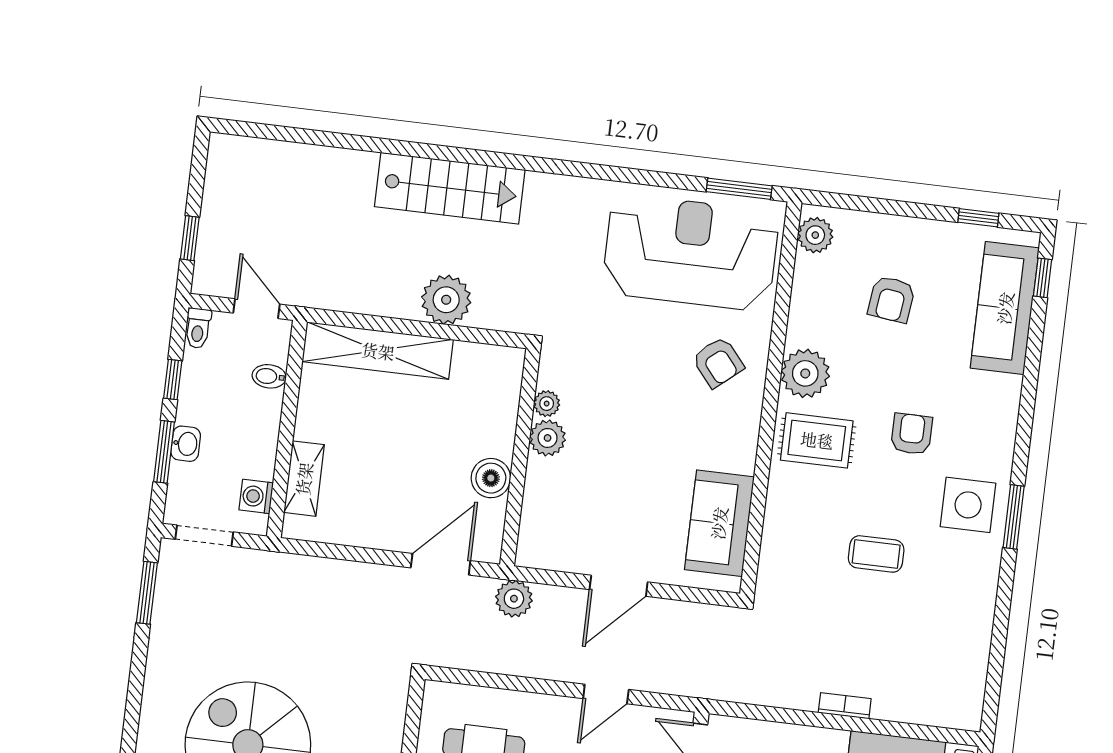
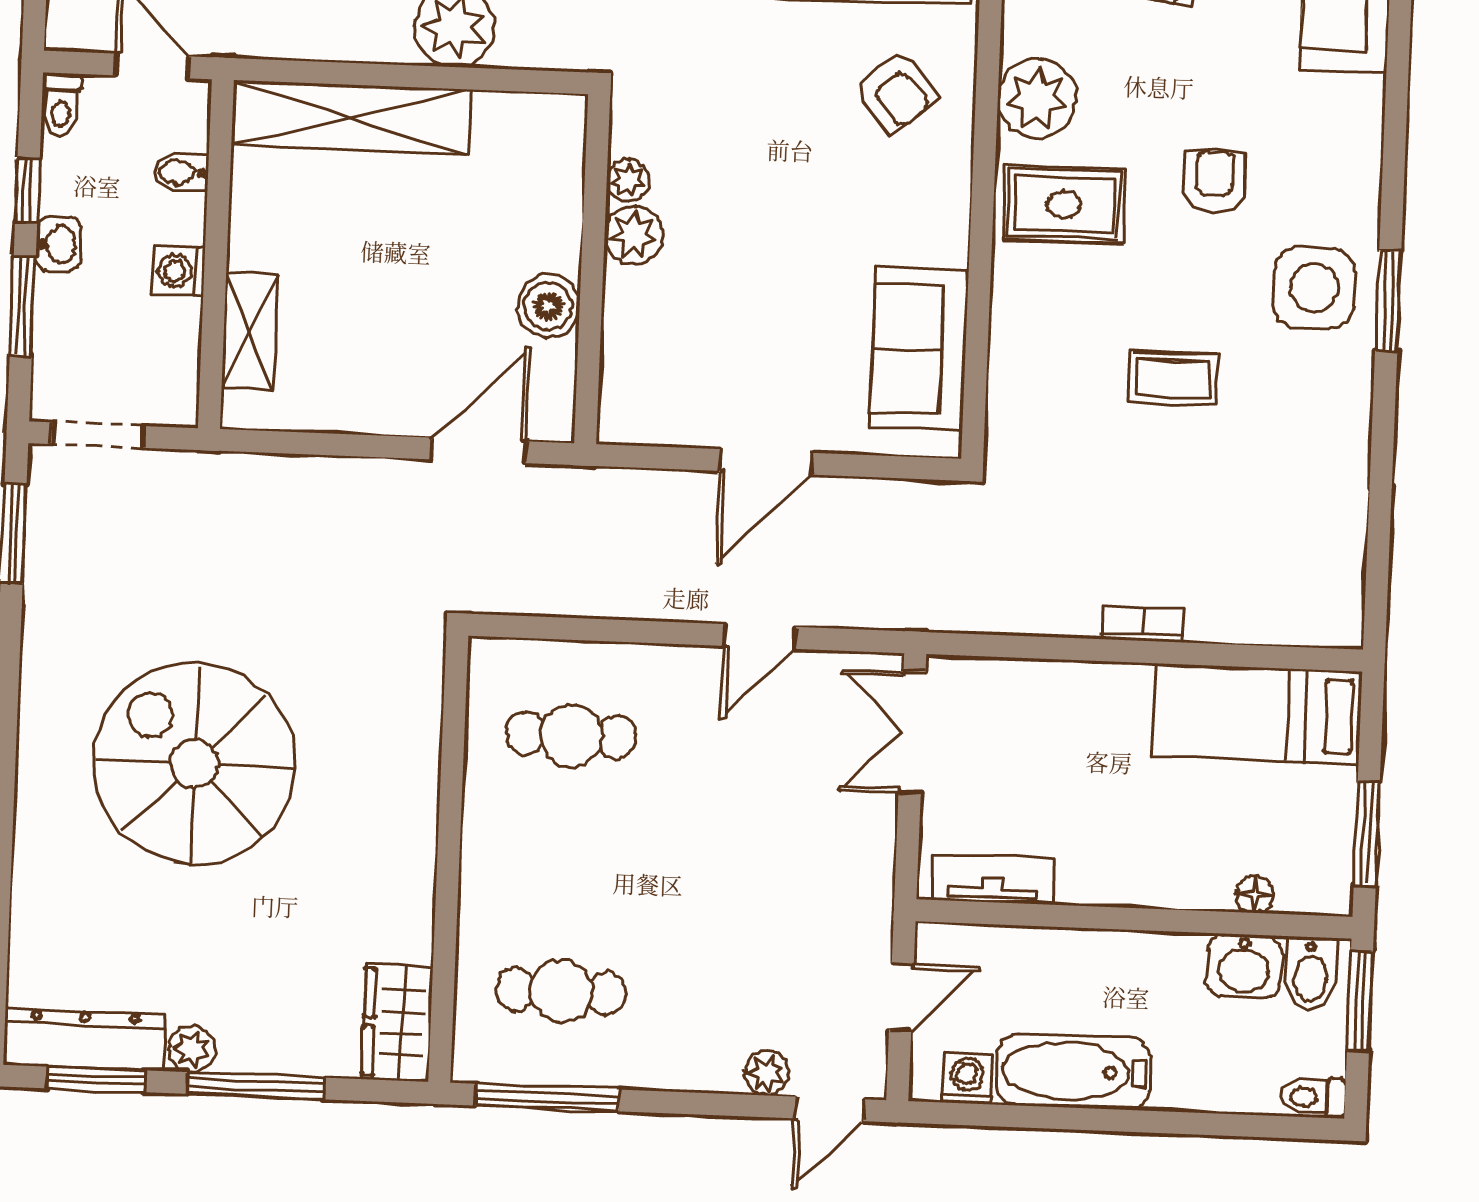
washbasin: (186, 444) -> (58, 244), moved
washing machine: (256, 496) -> (179, 271), moved
plant: (514, 599) -> (601, 496), removed

